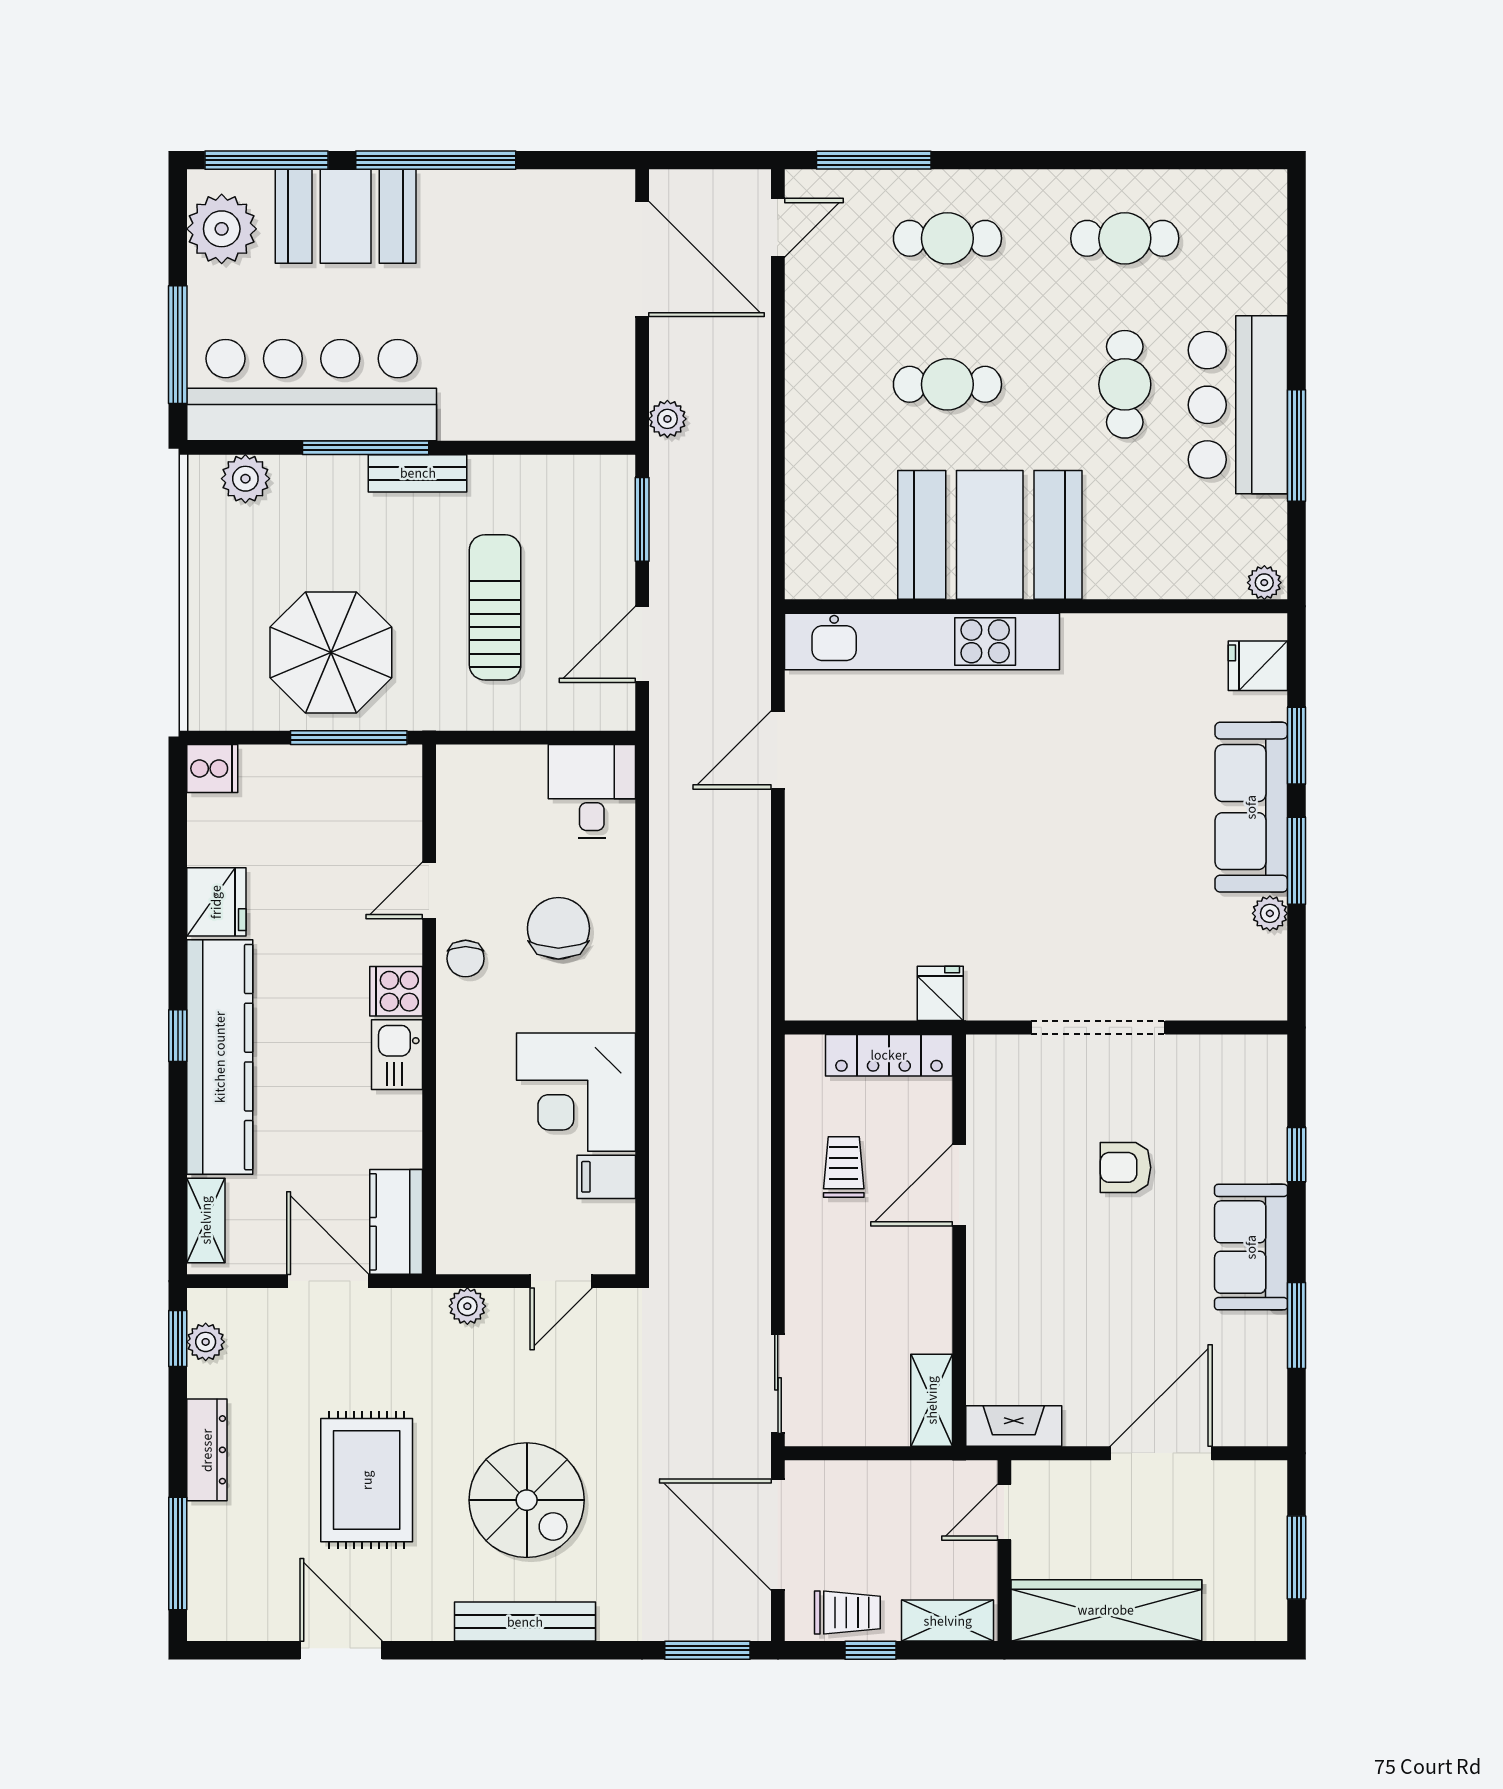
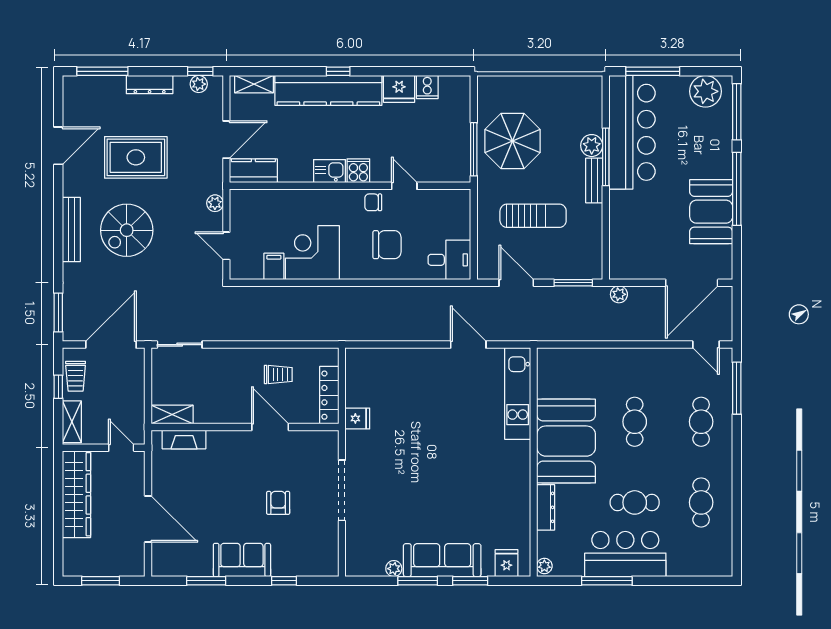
booth: (346, 216) -> (711, 212), moved
plant: (245, 479) -> (592, 146), moved
dresser: (1135, 580) -> (546, 507), added
kitchen unit: (922, 641) -> (518, 394), width x0.73
cooker: (212, 768) -> (427, 87), moved
fireplace: (1014, 1426) -> (184, 439), moved, turned 90

